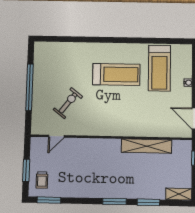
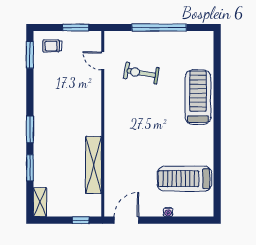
treadmill: (116, 74) -> (198, 97), moved, turned 180
exercise bike: (68, 103) -> (141, 73), turned 152
window: (26, 170) -> (76, 28), moved

